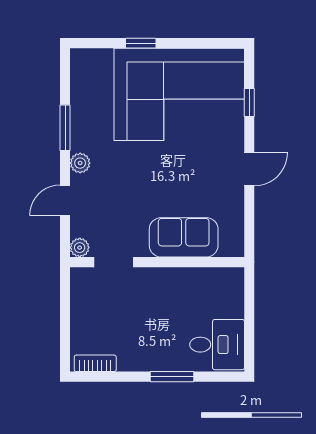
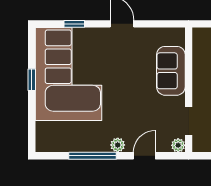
window: (141, 43) -> (32, 80), moved
window: (65, 128) -> (92, 156), width x1.44
door: (65, 200) -> (144, 156), swing flipped

